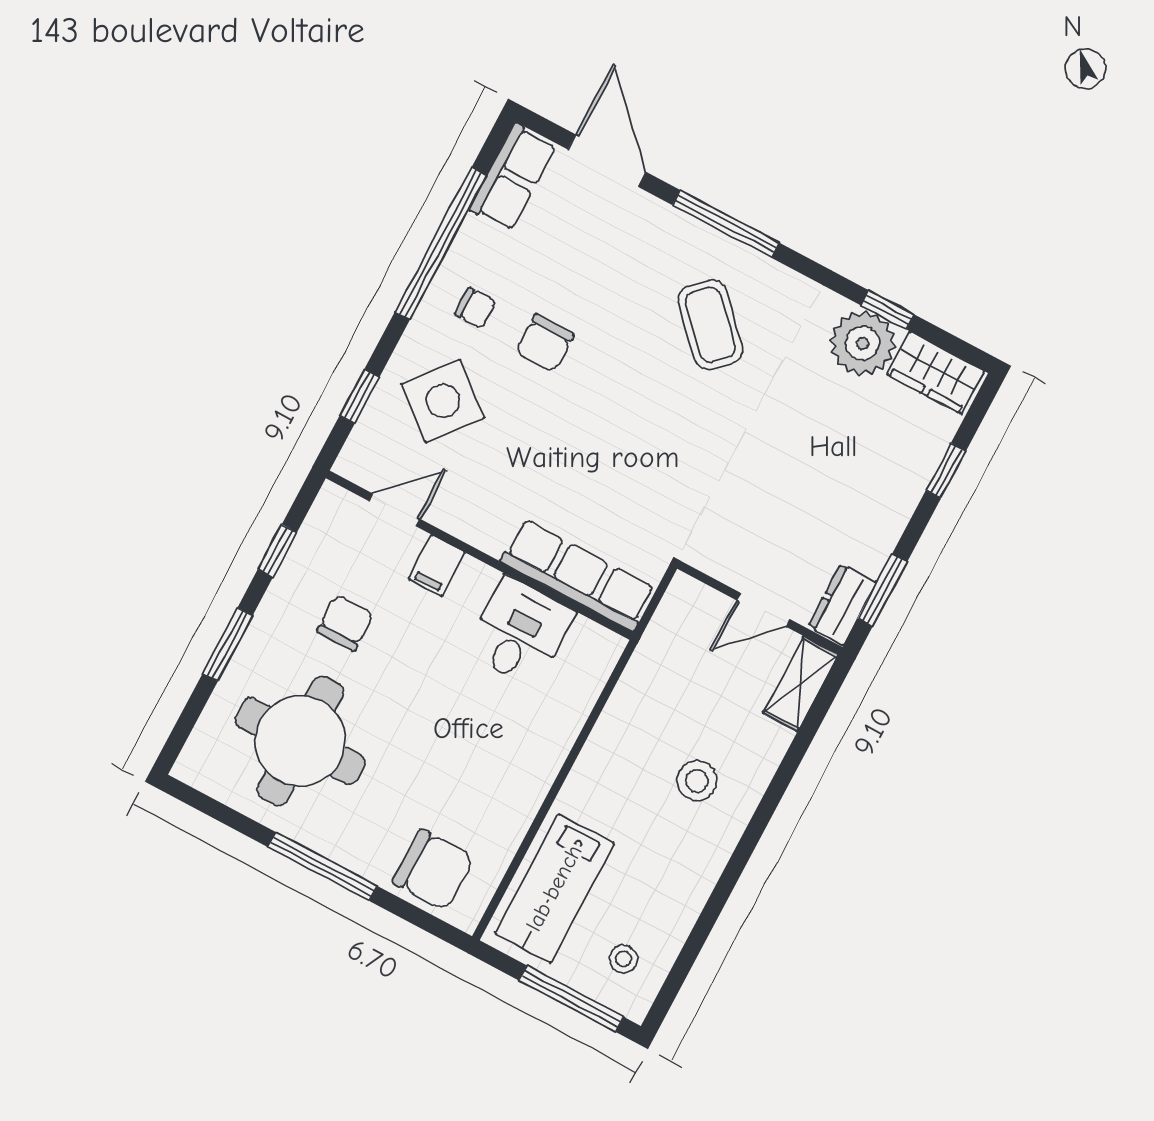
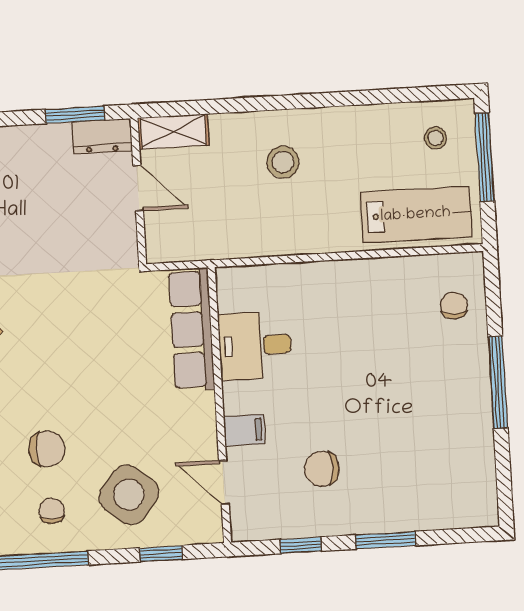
round table: (300, 741) -> (421, 450), removed
chair: (433, 870) -> (454, 305), width x0.54, depth x0.54

